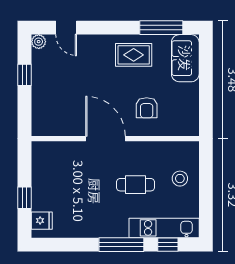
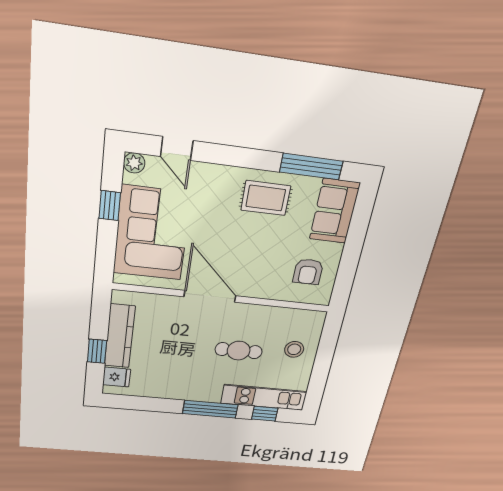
corner sofa: (56, 92) -> (152, 233), added
armchair: (147, 108) -> (308, 272), moved
kitchen counter: (41, 182) -> (120, 336), added

